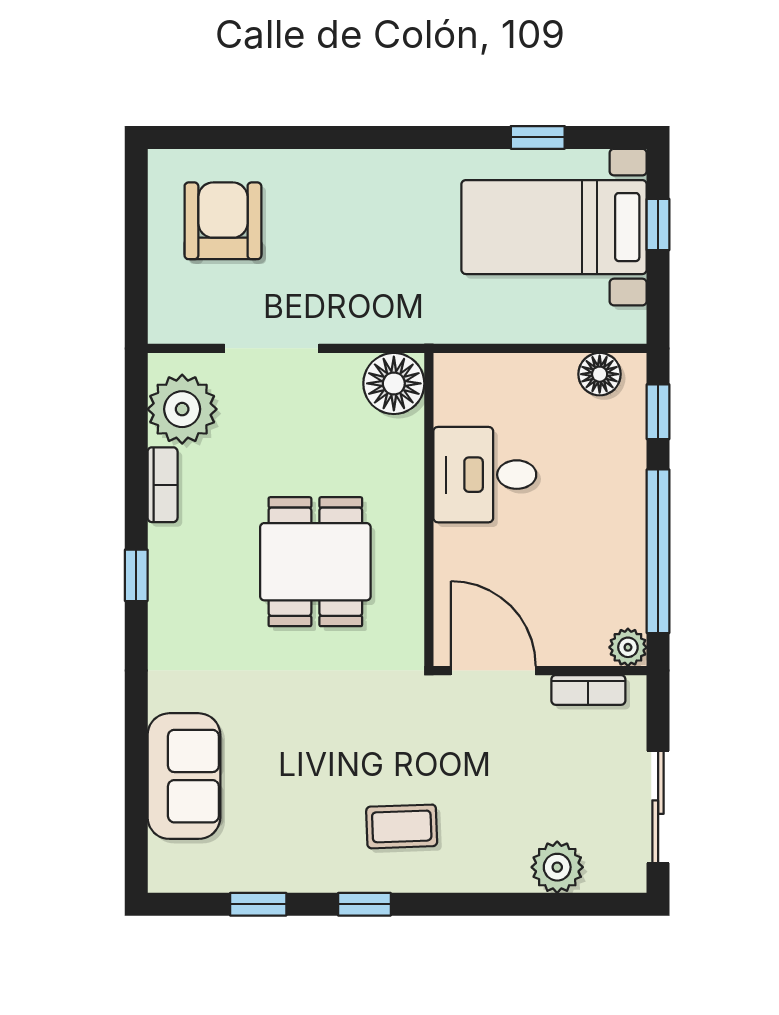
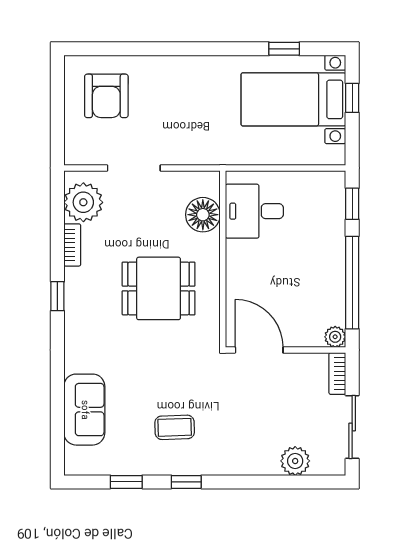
armchair: (223, 221) -> (106, 96), turned 180
floor lamp: (600, 374) -> (319, 182), removed
floor lamp: (394, 383) -> (203, 215), moved
desk: (485, 475) -> (254, 211), moved
dining table: (315, 562) -> (159, 288), turned 90
bookcase: (588, 690) -> (337, 373), moved, turned 90
coffee table: (402, 826) -> (175, 427), moved

